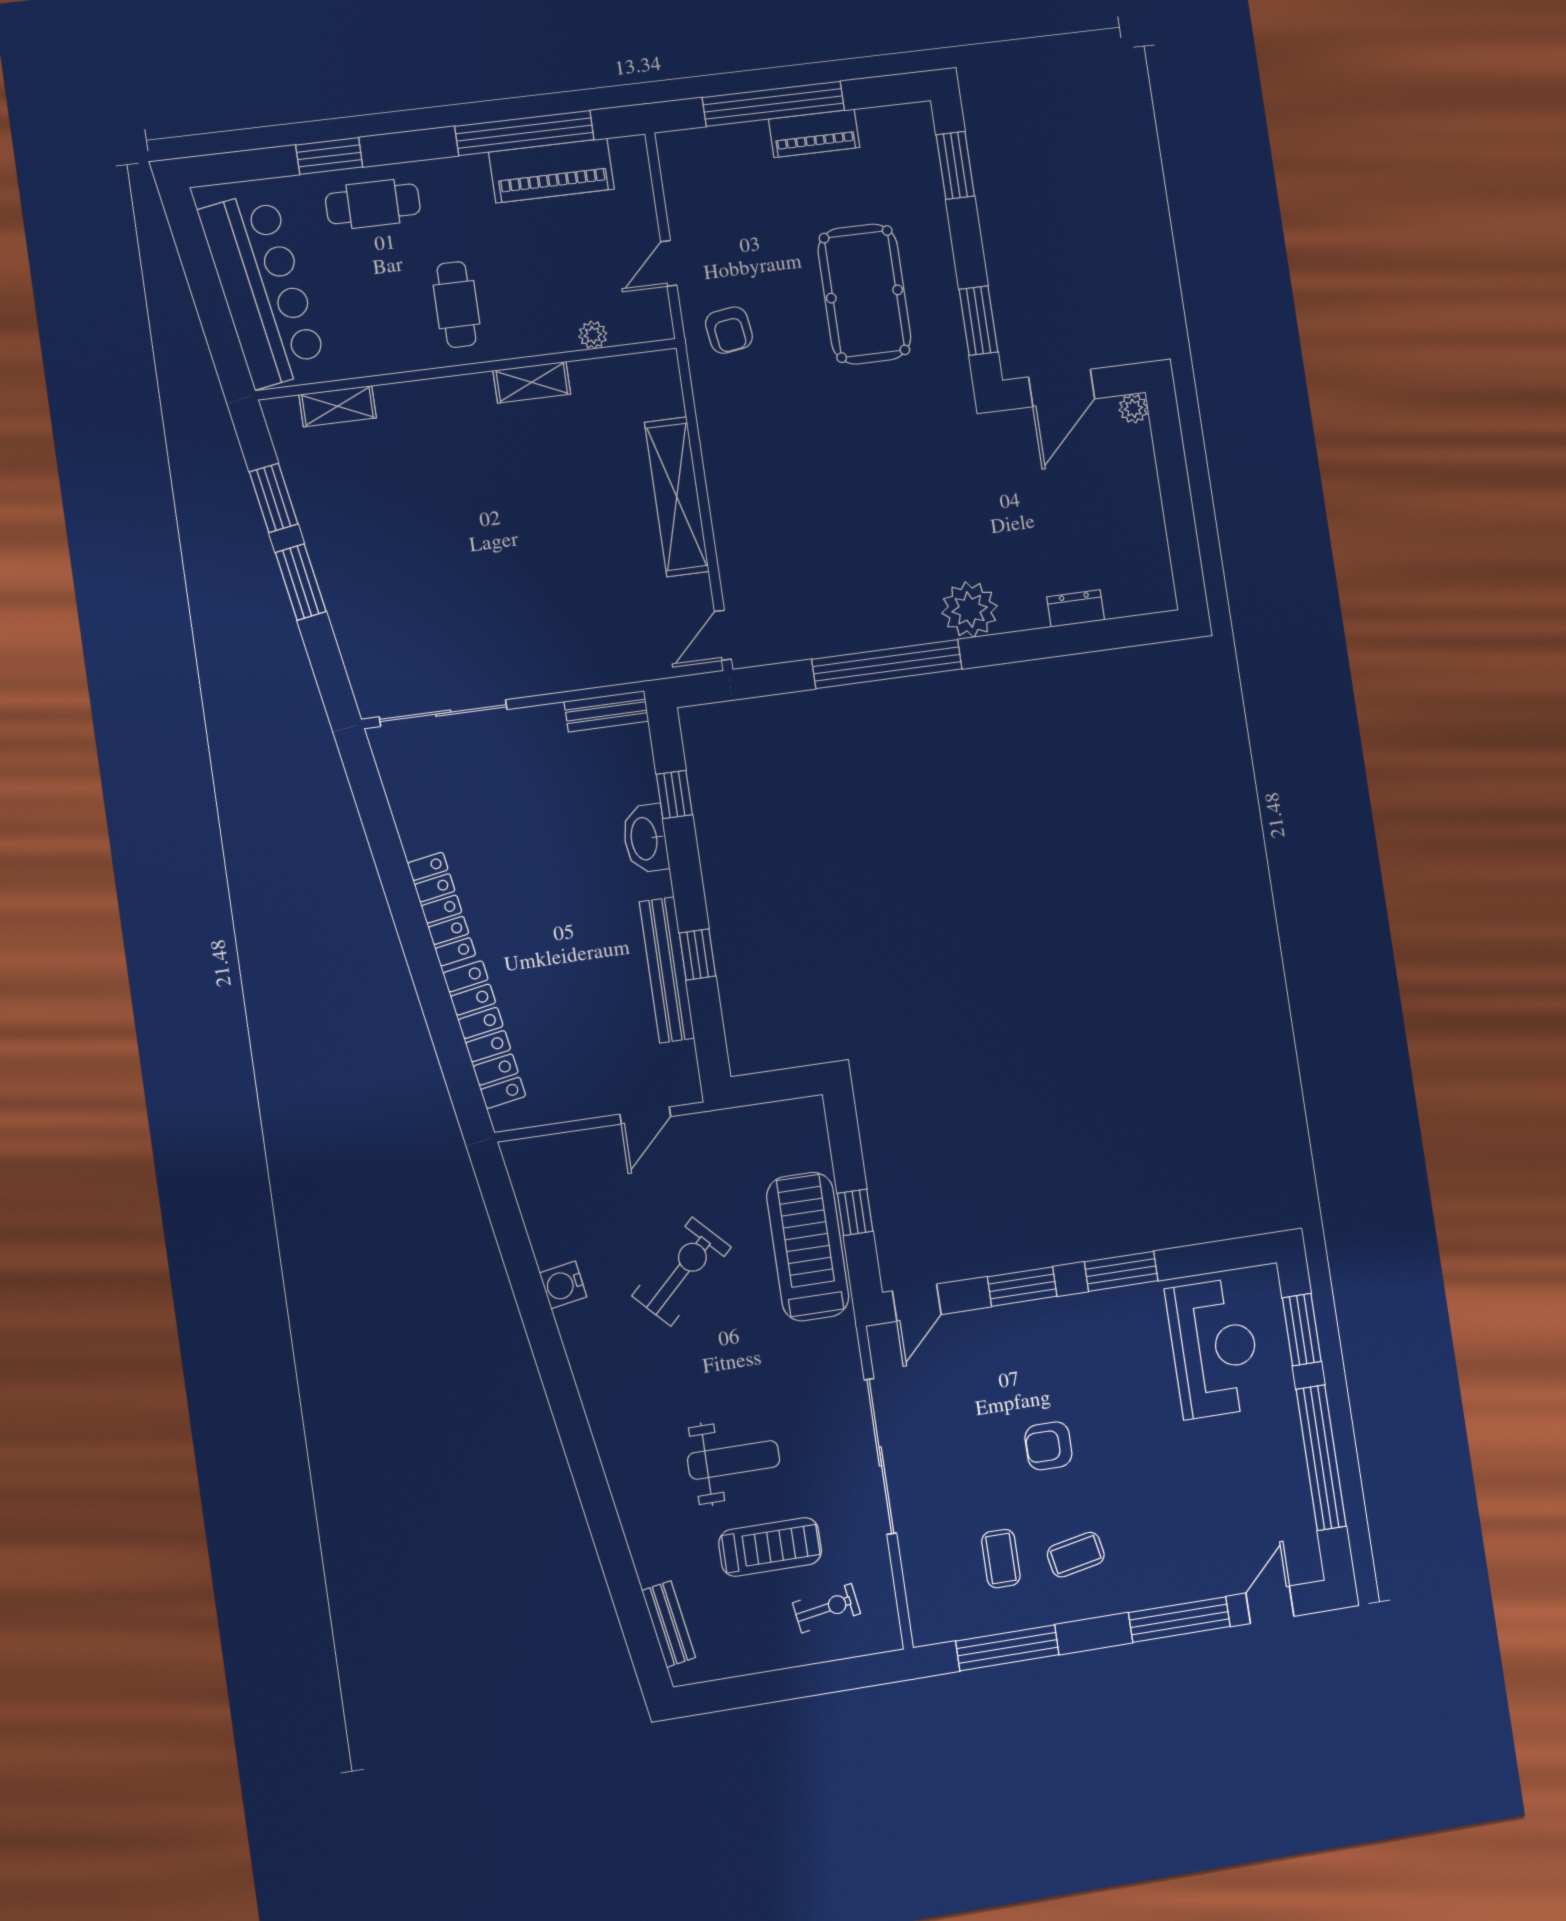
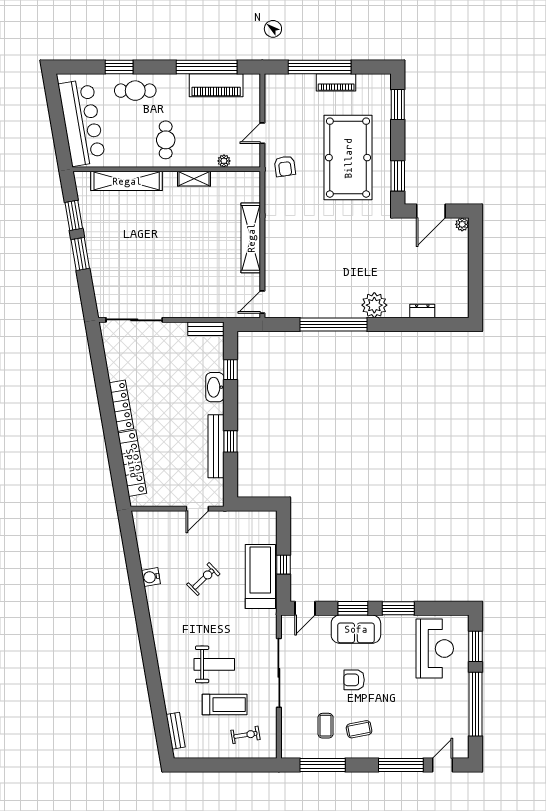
pool table: (864, 294) -> (348, 158), width x1.36, depth x1.32
shelving: (338, 406) -> (127, 181), width x2.20, depth x1.33
exercise bike: (682, 1272) -> (203, 579), width x0.73, depth x0.72
sofa: (1036, 1332) -> (356, 629), added

